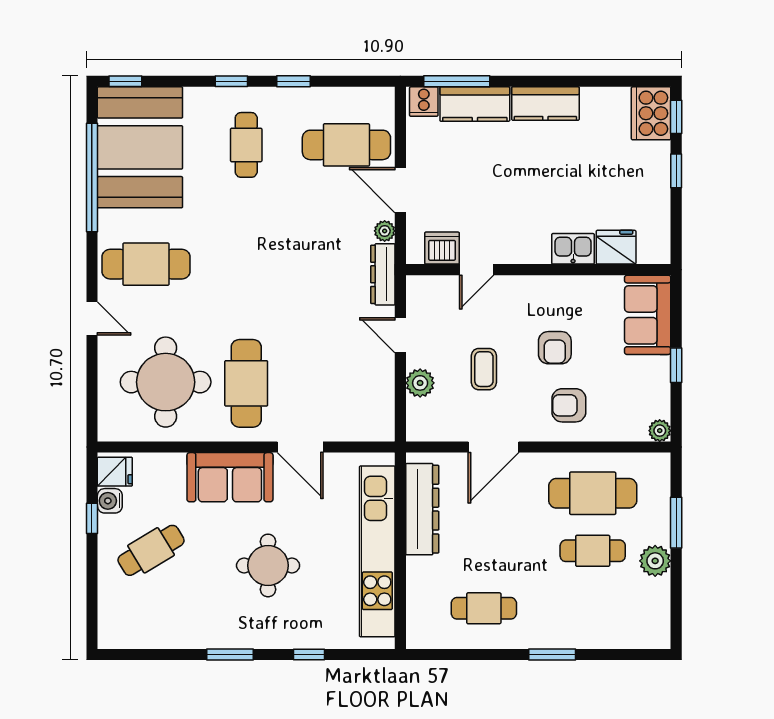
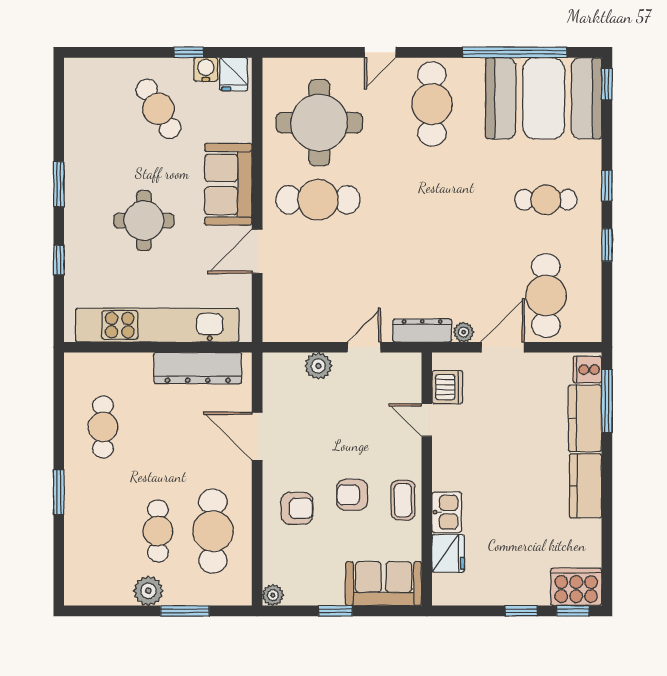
coffee table: (484, 369) -> (403, 500), moved, turned 90
armchair: (569, 405) -> (297, 508), turned 90

